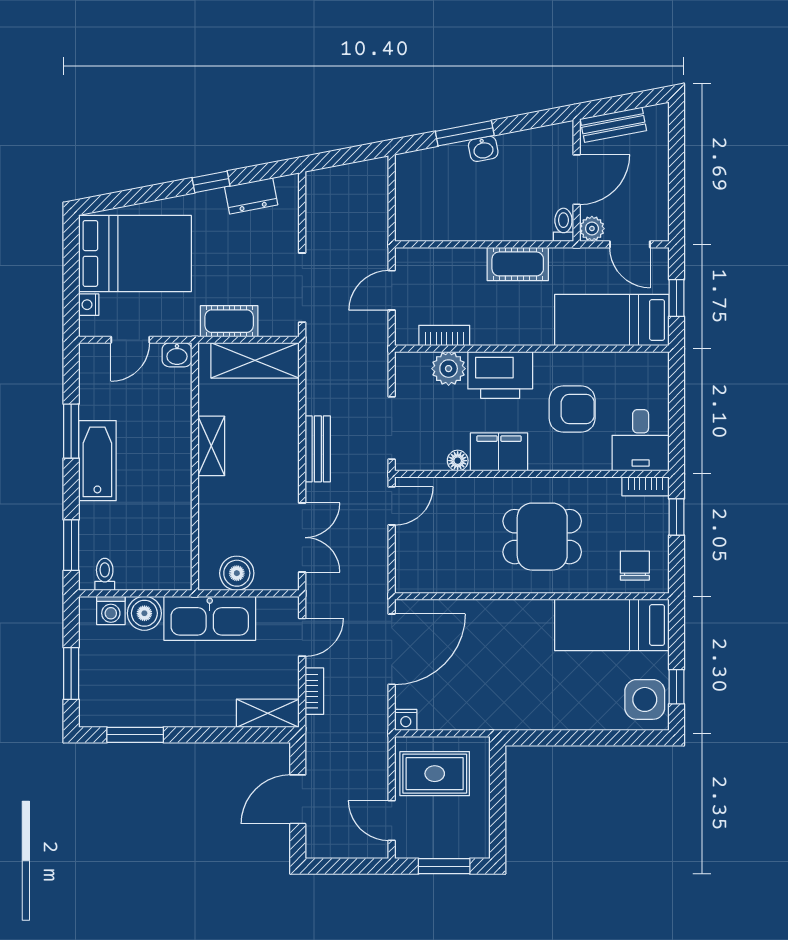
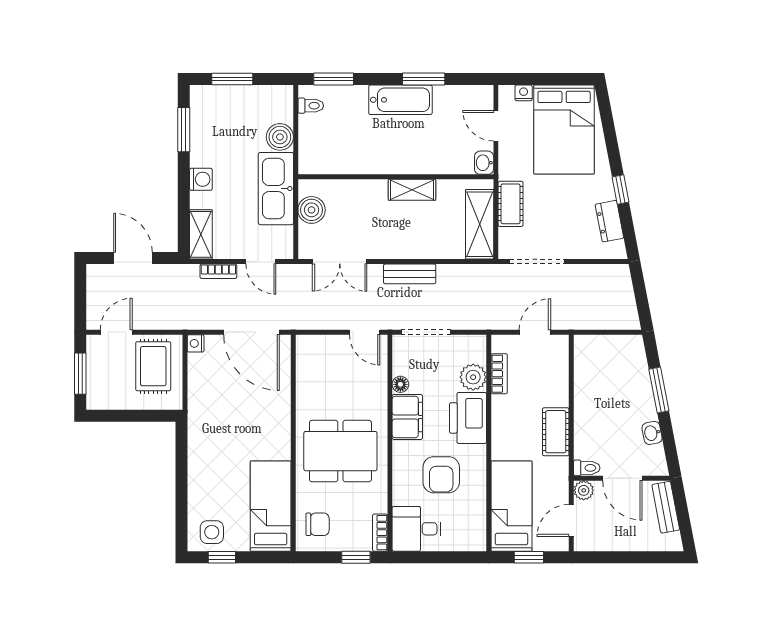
washbasin: (483, 149) -> (652, 433), moved
door: (392, 290) -> (535, 332), hinge flipped
dining table: (542, 537) -> (340, 451), width x1.38
washing machine: (111, 610) -> (201, 179), moved, turned 180
side table: (645, 699) -> (212, 532), width x0.73, depth x0.73

